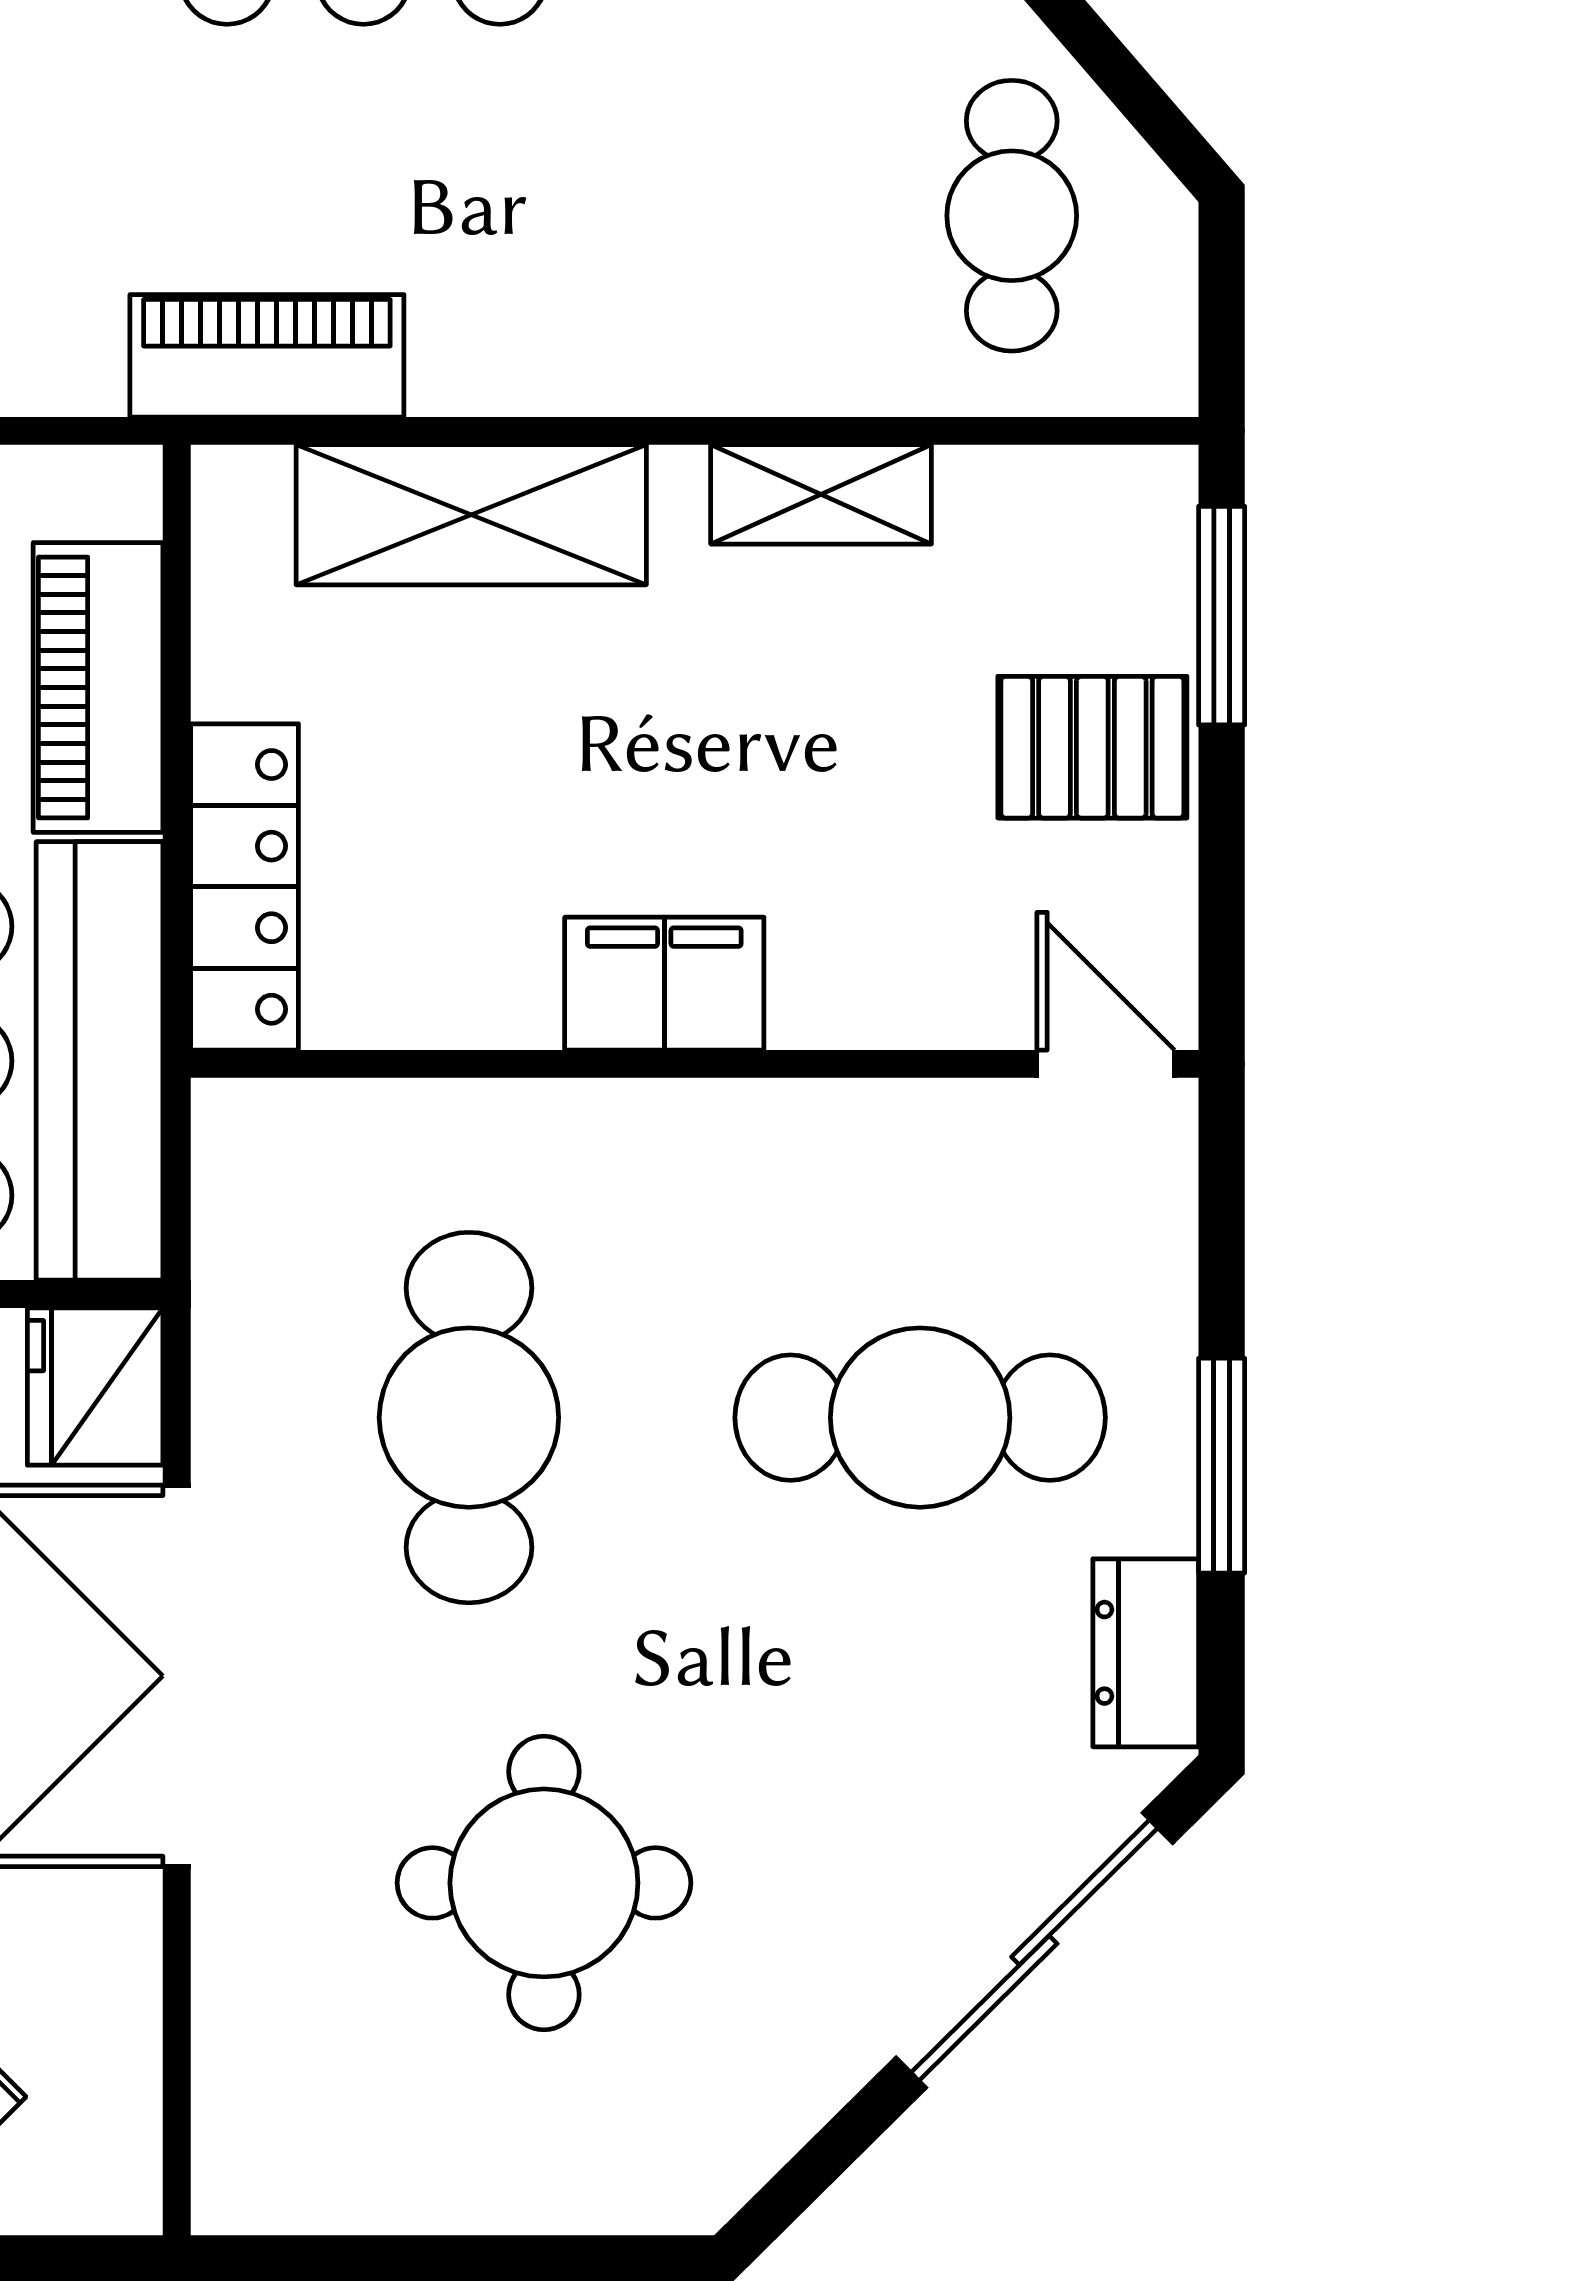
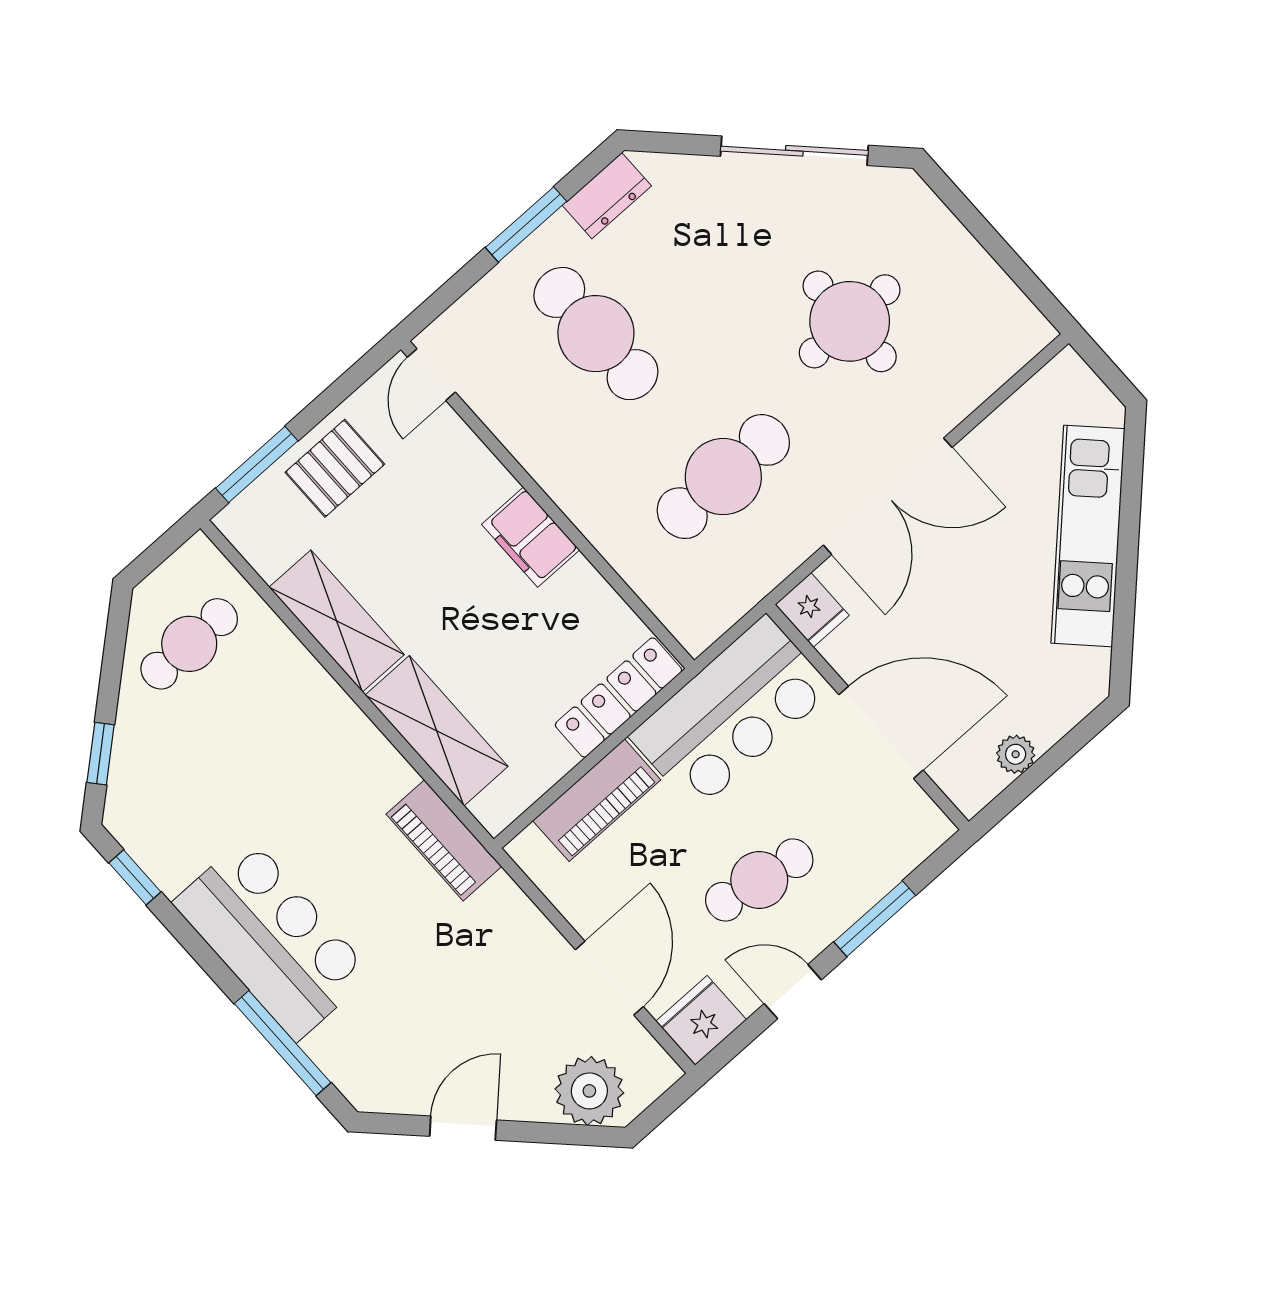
shelving: (821, 494) -> (337, 621), width x1.50, depth x1.33
pallet: (1092, 747) -> (335, 468), turned 90
fridge: (95, 1386) -> (812, 610), width x0.72
sliding door: (1034, 1950) -> (794, 151), moved

